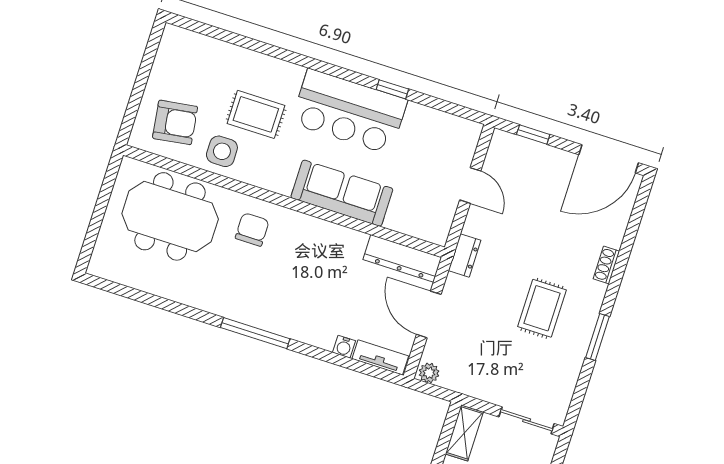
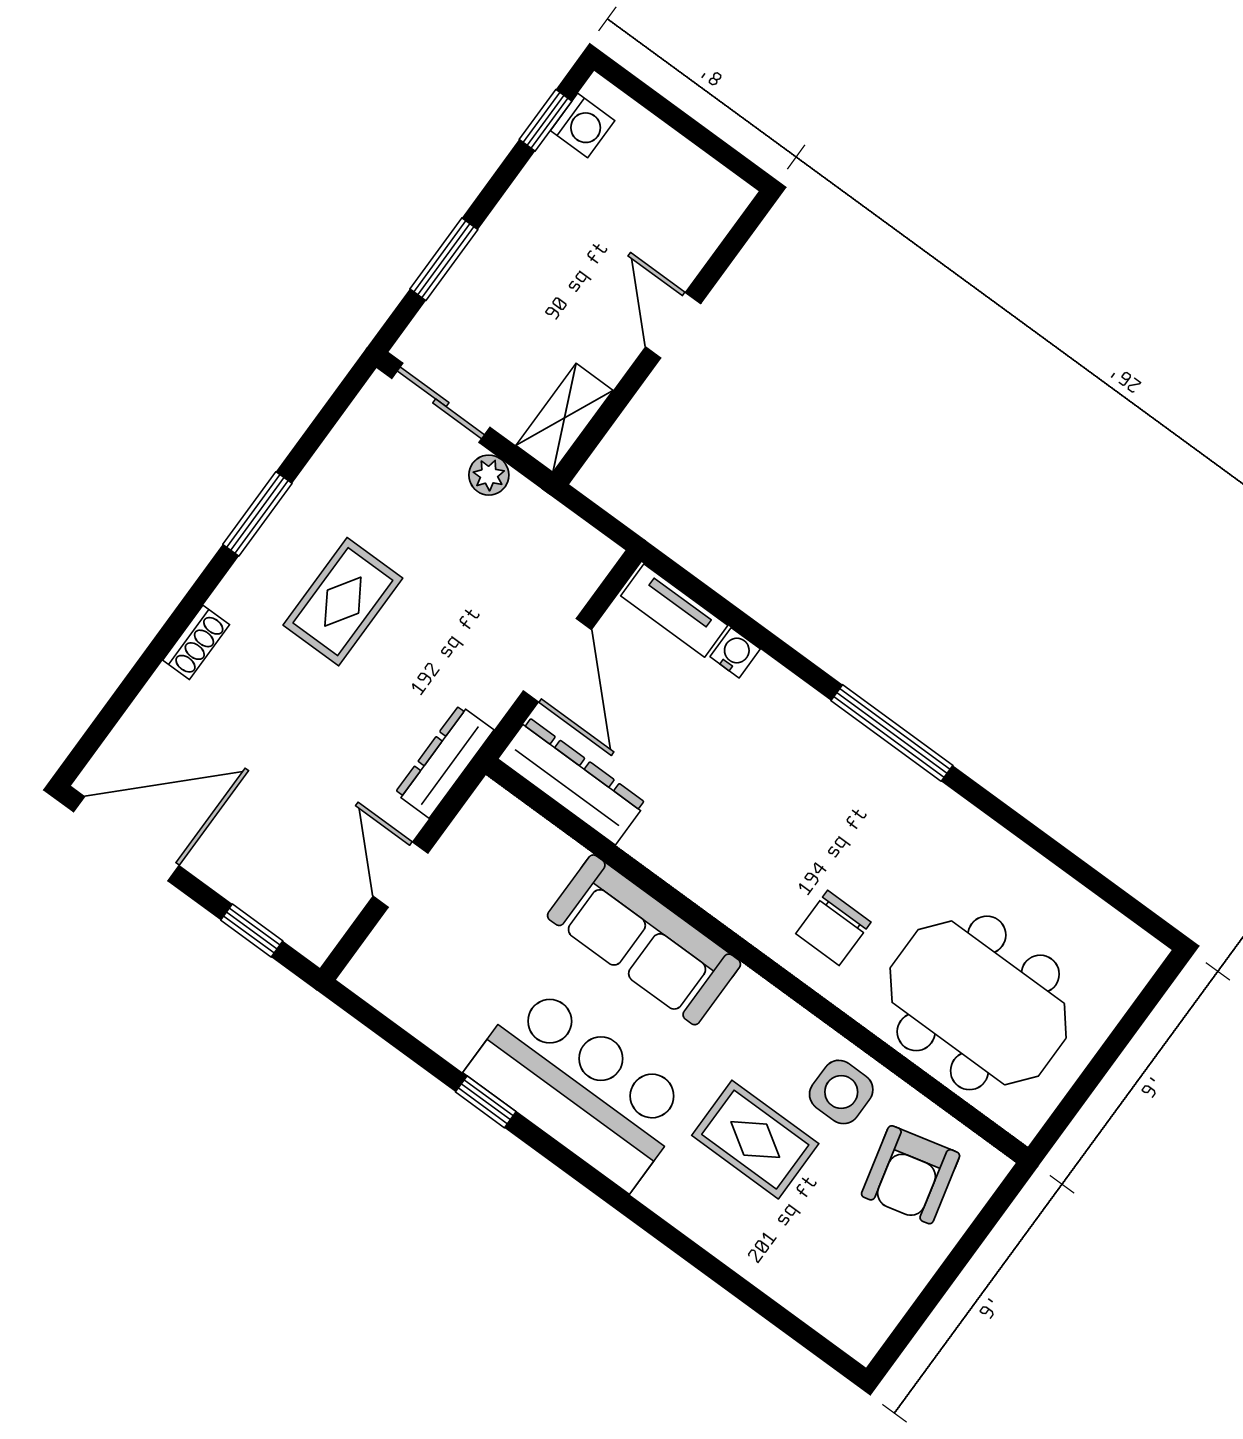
armchair: (175, 122) -> (911, 1175), turned -96
dresser: (465, 255) -> (444, 761), width x1.44
plant: (429, 373) -> (489, 475), moved

